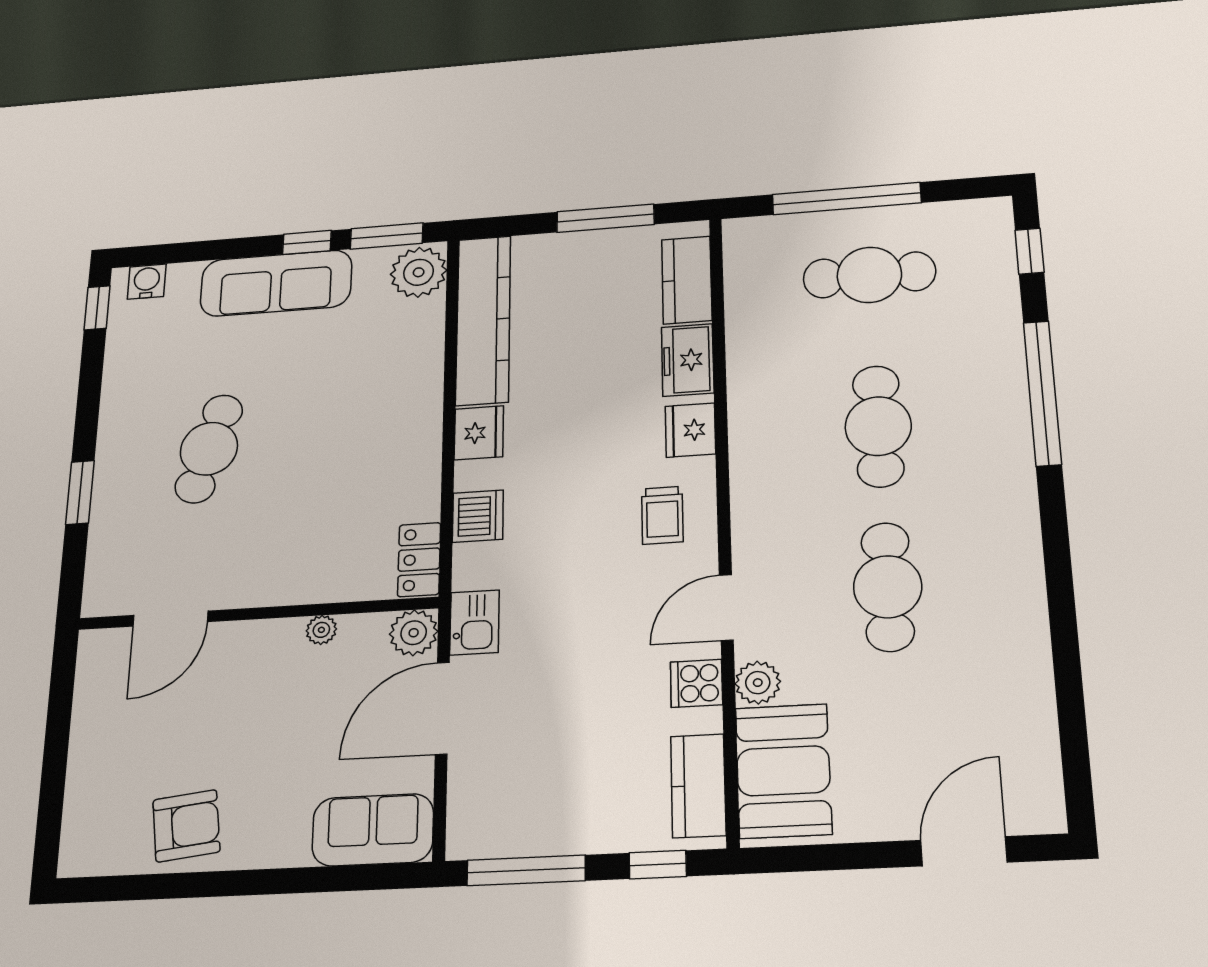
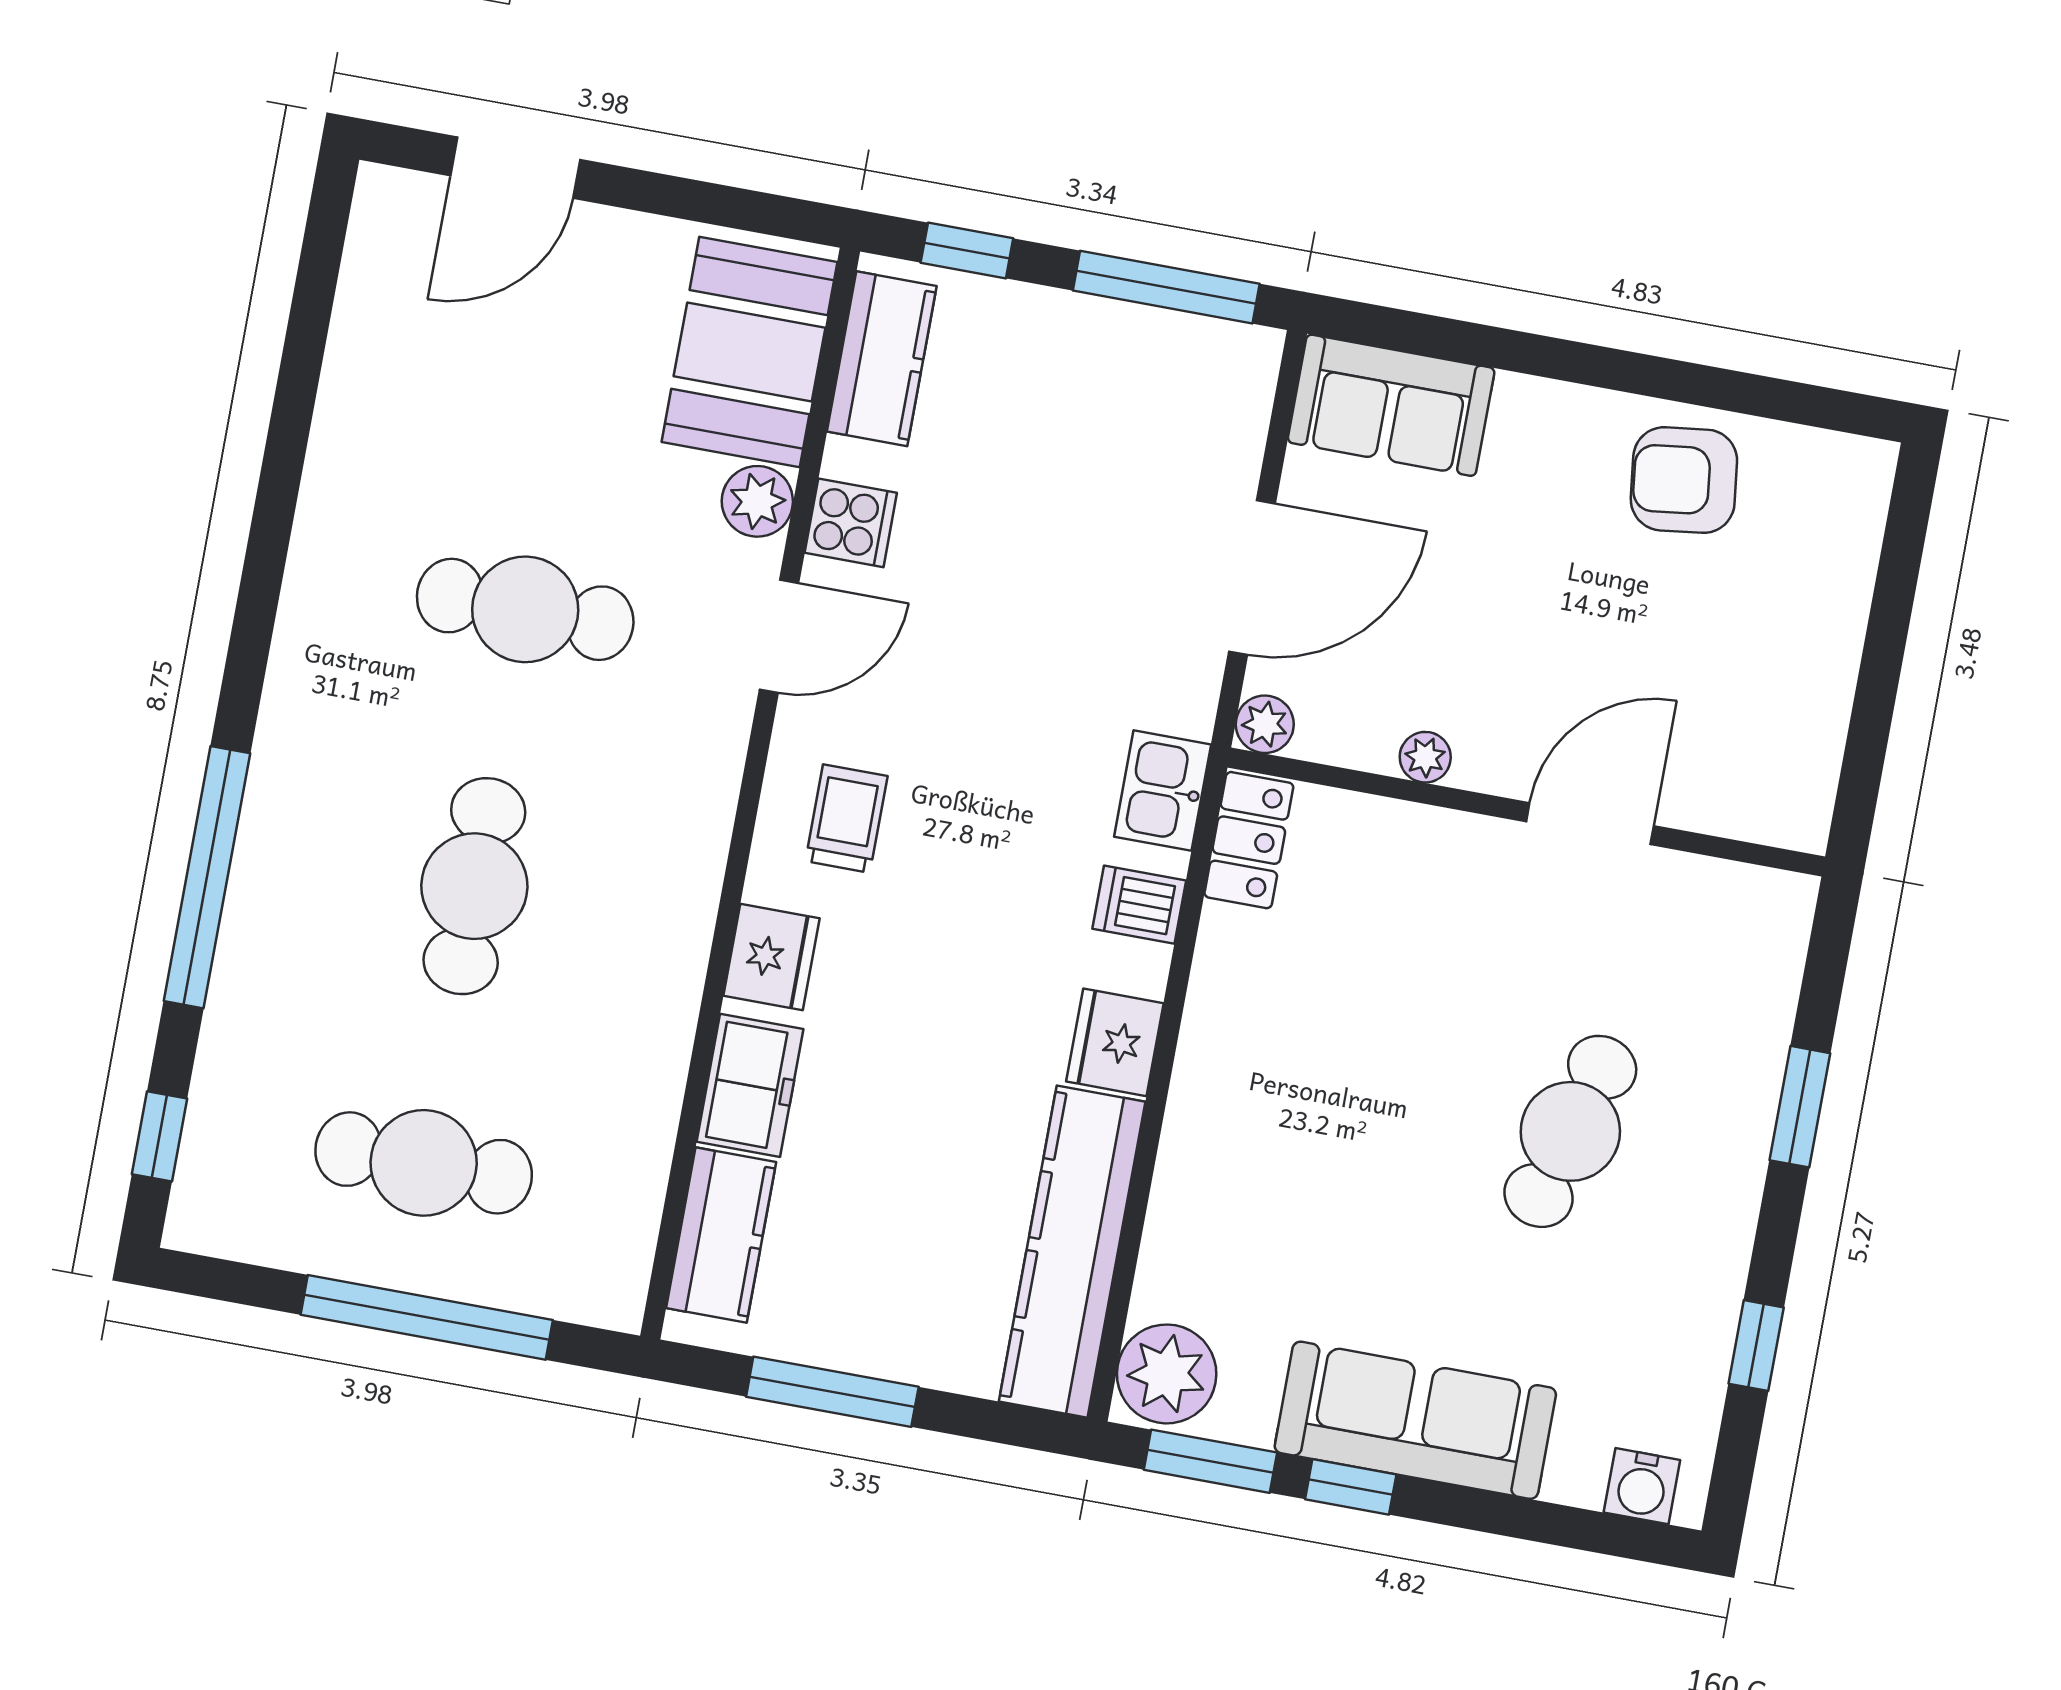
window: (97, 308) -> (1756, 1346), moved
dishwasher: (478, 516) -> (1139, 905), width x0.73
cafe table: (888, 587) -> (525, 609), turned 90
door: (170, 619) -> (1590, 824), moved
kitchen sink: (474, 622) -> (1163, 791), moved
plant: (414, 633) -> (1265, 724), width x0.73, depth x0.73

